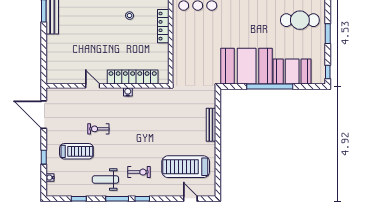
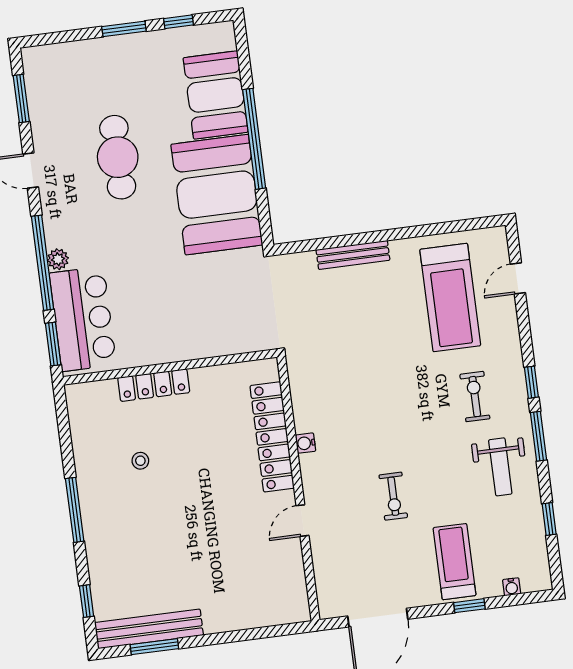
cafe table: (300, 20) -> (118, 157), moved
window: (328, 72) -> (178, 22), moved
treadmill: (76, 151) -> (454, 562), moved

